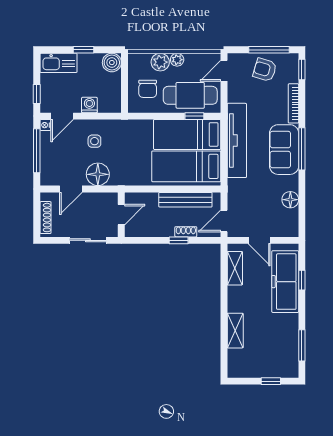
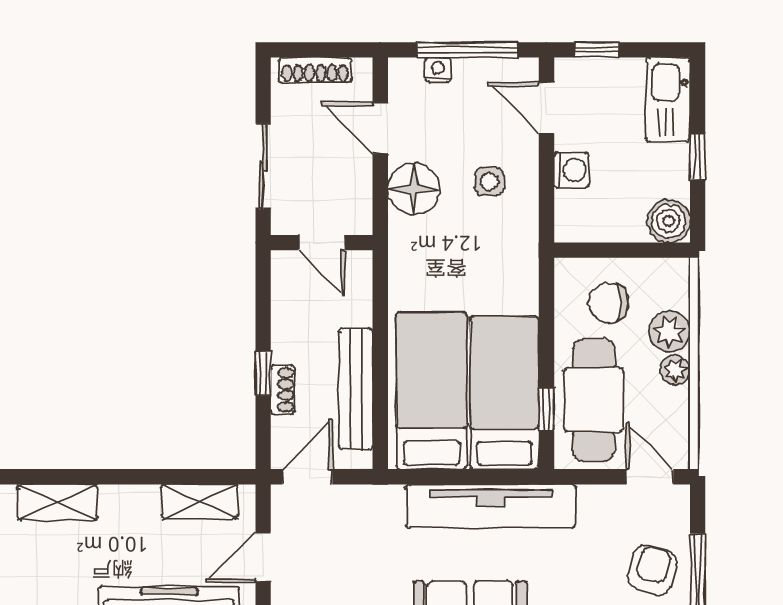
nightstand: (45, 125) -> (438, 70), moved
door: (224, 221) -> (307, 477), hinge flipped

